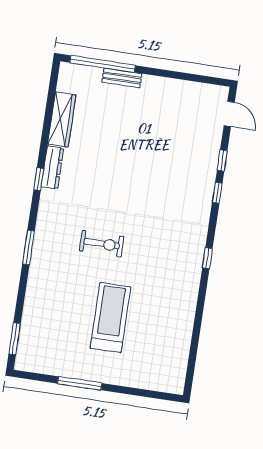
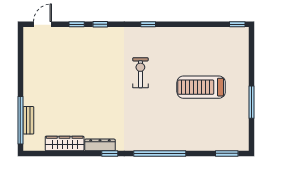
bench: (122, 78) -> (28, 120), moved
exercise bike: (102, 244) -> (140, 73), moved
window: (28, 247) -> (160, 153), width x2.11
window: (189, 380) -> (237, 24), added

